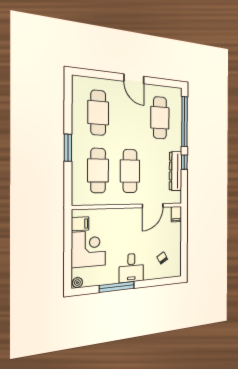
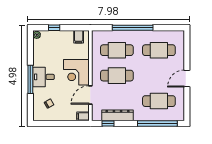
window: (68, 148) -> (133, 28), width x2.11
window: (184, 162) -> (108, 123), moved
door: (153, 206) -> (90, 95), hinge flipped
corner desk: (89, 249) -> (76, 72), moved, turned 90
window: (68, 259) -> (54, 28), added
window: (117, 287) -> (30, 79), moved

